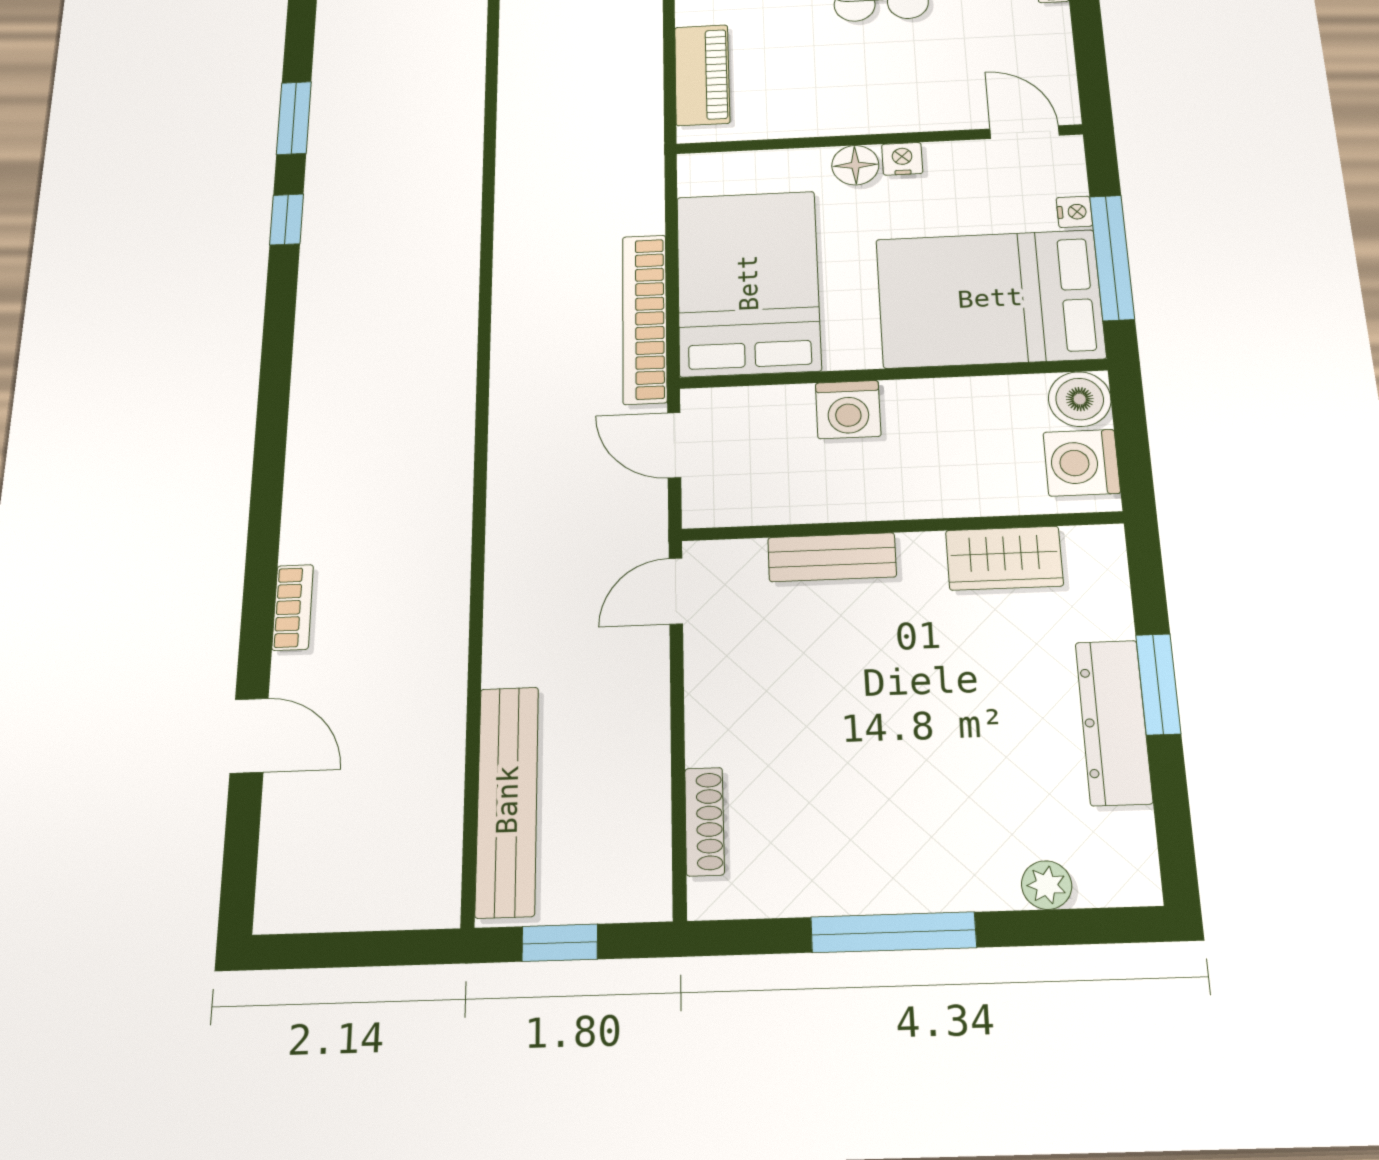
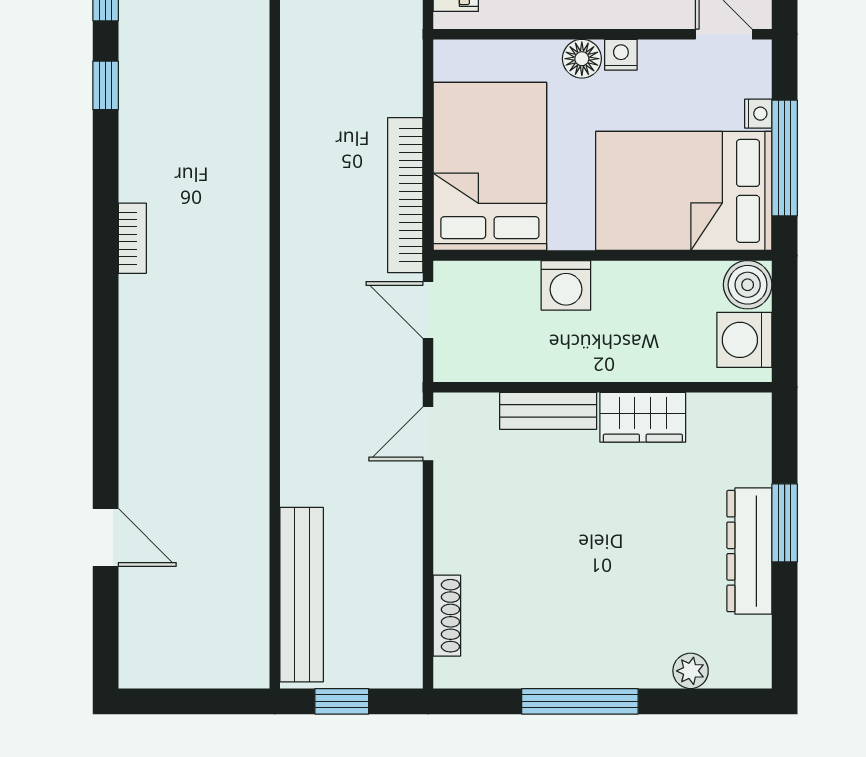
wardrobe: (1004, 558) -> (643, 417), moved
bookcase: (293, 607) -> (132, 238), moved

